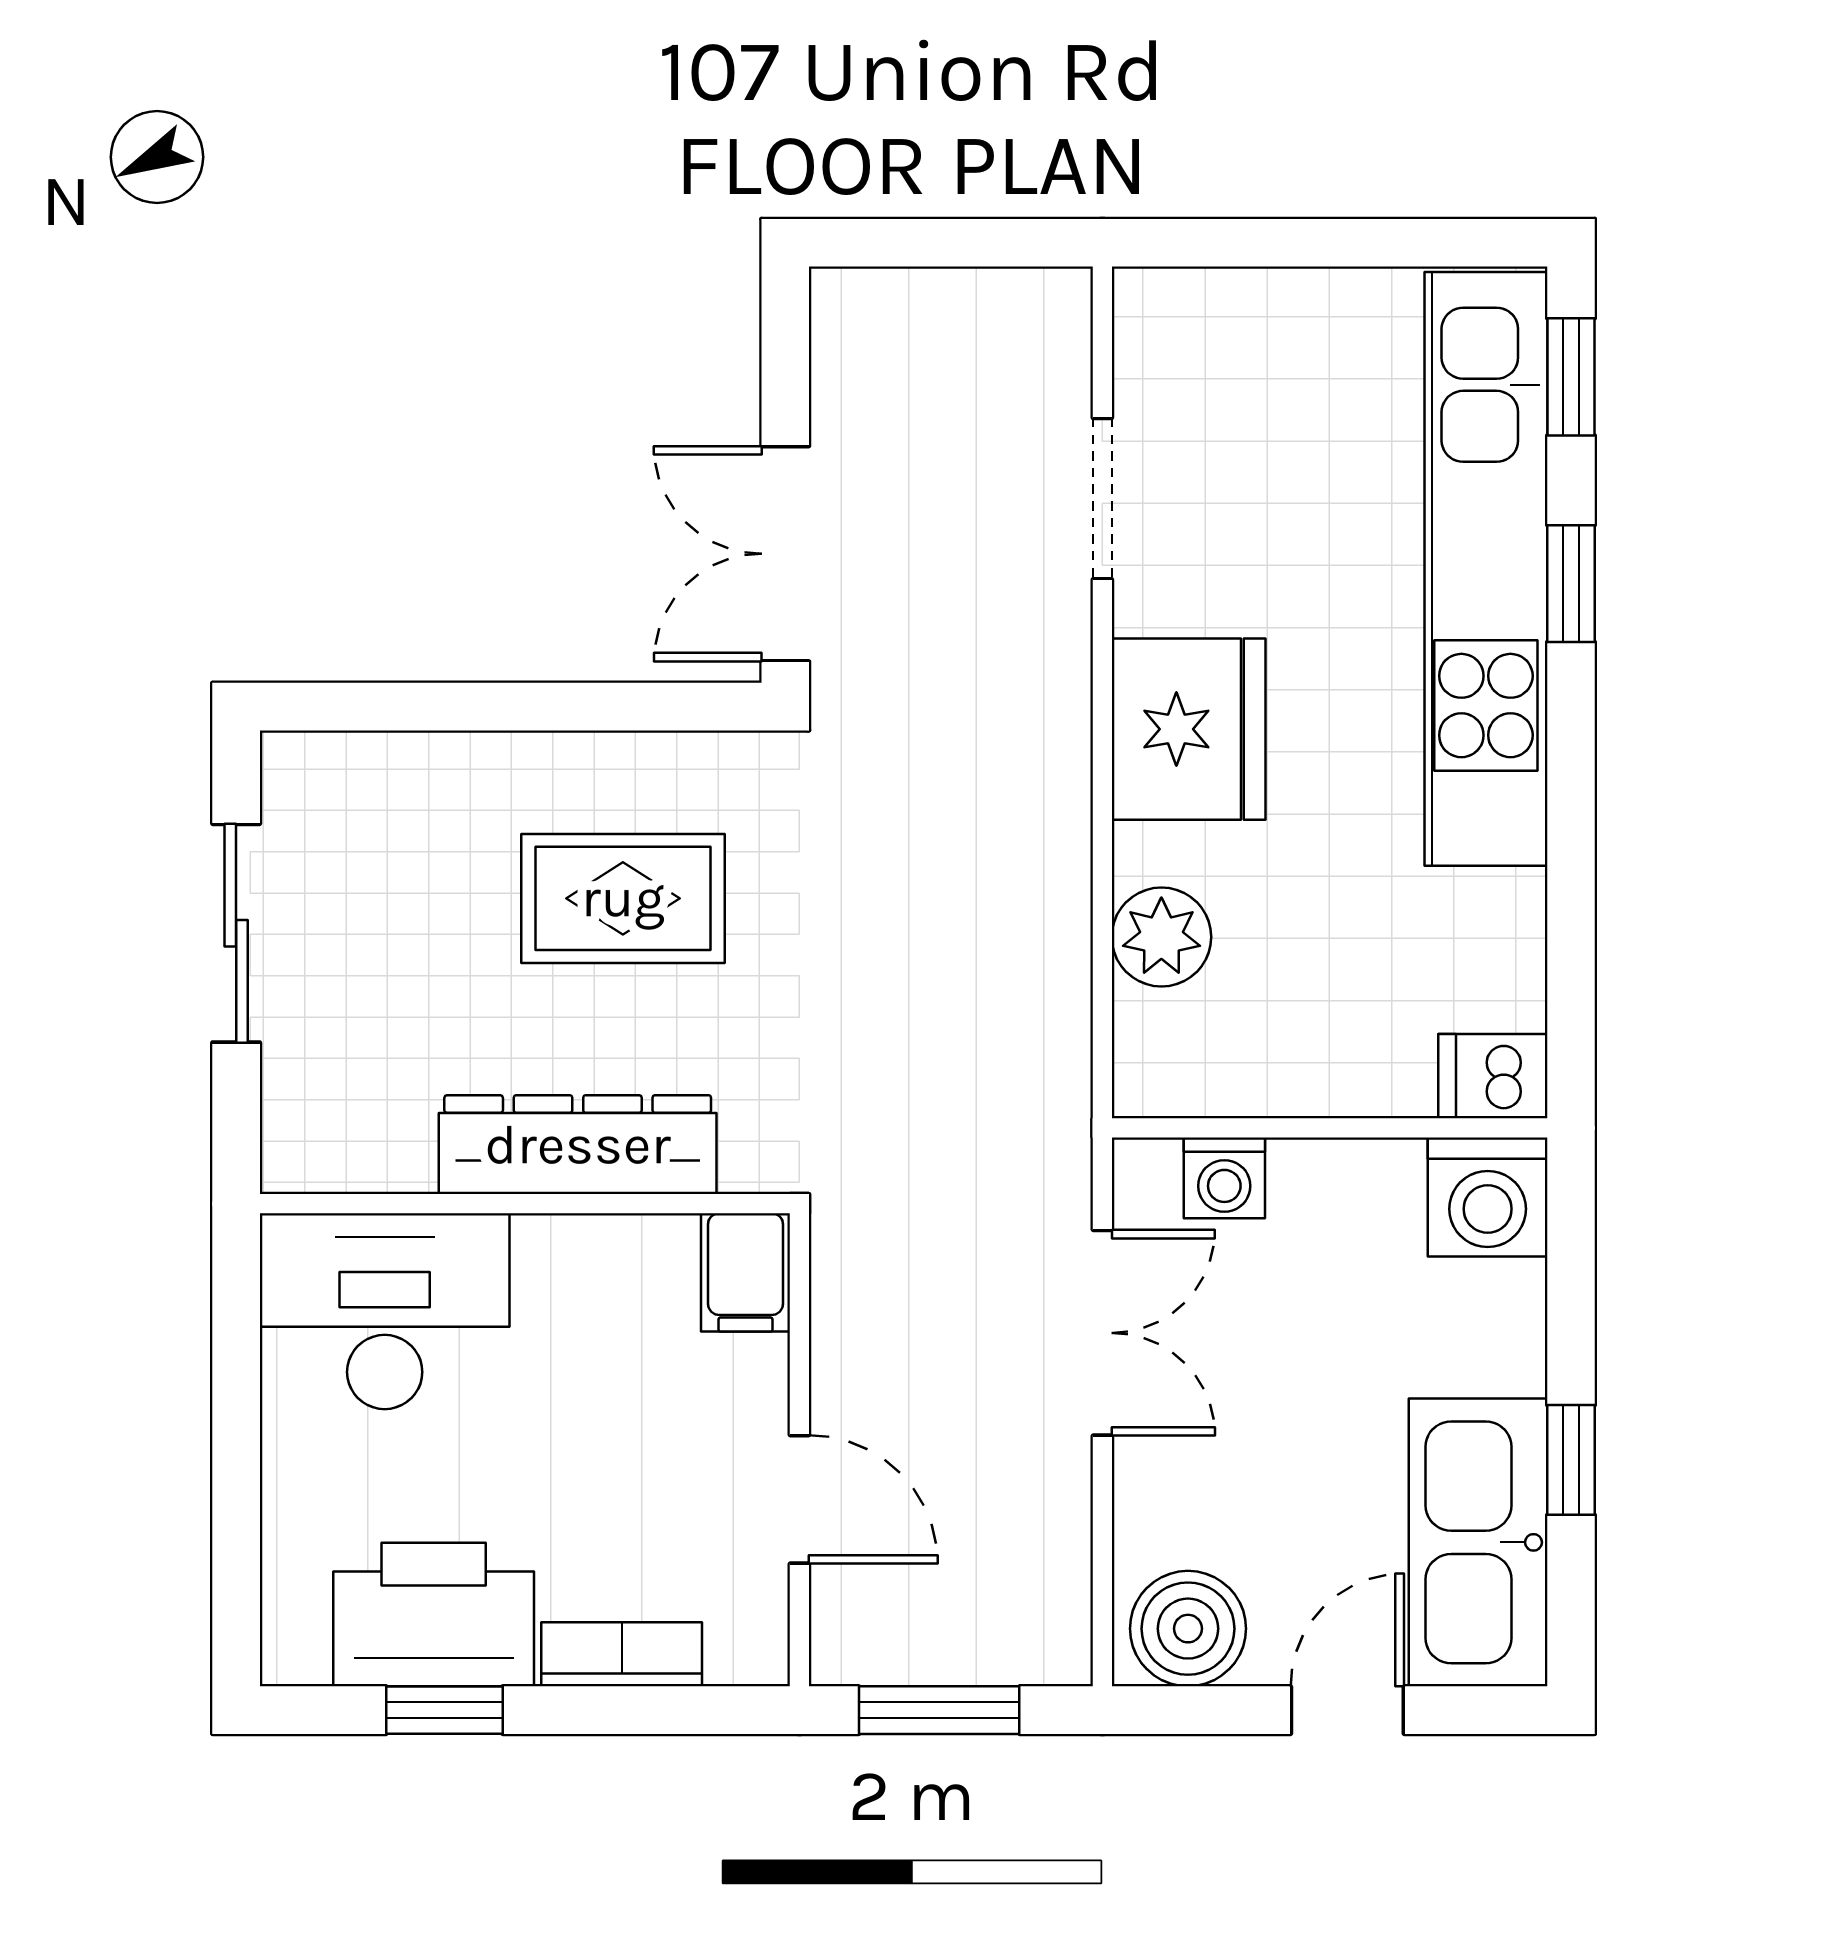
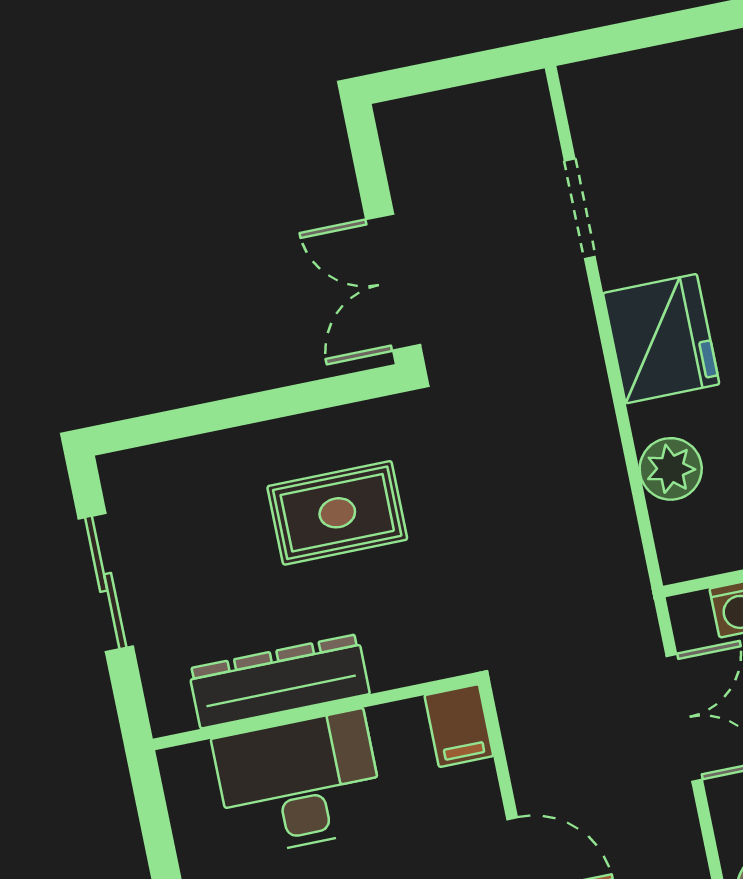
dresser: (578, 1145) -> (279, 681), moved
desk: (385, 1311) -> (299, 783), moved

